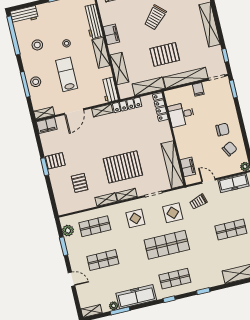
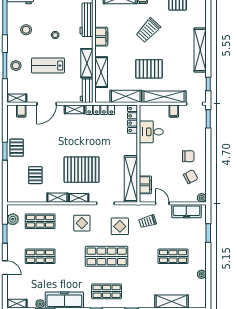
shelving: (101, 53) -> (87, 63), moved
lab bench: (67, 74) -> (48, 66), turned -90
filing cabinet: (47, 125) -> (21, 111), width x0.50
pallet: (55, 161) -> (17, 148), turned 90

